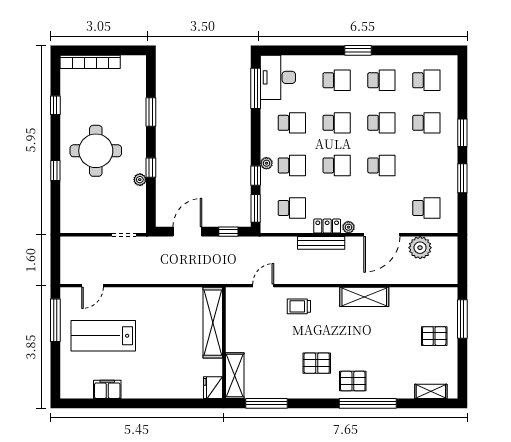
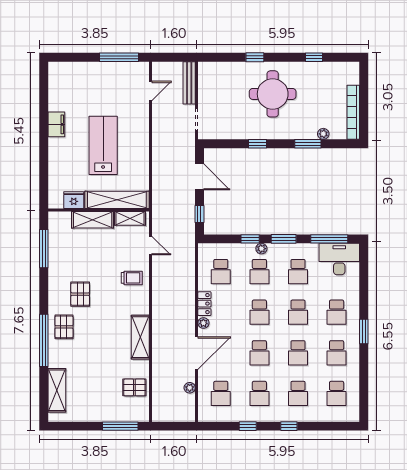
bookcase: (90, 62) -> (353, 112), moved
window: (462, 133) -> (289, 426), width x0.67
school desk: (426, 165) -> (259, 393), added
window: (462, 178) -> (248, 426), width x0.67
plant: (140, 180) -> (323, 134), moved
window: (256, 208) -> (284, 239), moved
door: (382, 235) -> (197, 353), swing flipped
bench: (321, 243) -> (189, 83), moved
plant: (420, 248) -> (190, 388), width x0.53, depth x0.53
door: (93, 286) -> (150, 91), swing flipped
trolley: (299, 306) -> (132, 278), turned 90
shelving: (233, 308) -> (130, 218), added
lab bench: (103, 336) -> (103, 145), moved
pallet: (434, 336) -> (134, 387), moved, turned 90
shelving: (235, 376) -> (93, 220), moved
fridge: (213, 388) -> (74, 200), moved
filing cabinet: (107, 389) -> (56, 124), moved
shelving: (431, 391) -> (57, 390), width x1.50, depth x1.33

